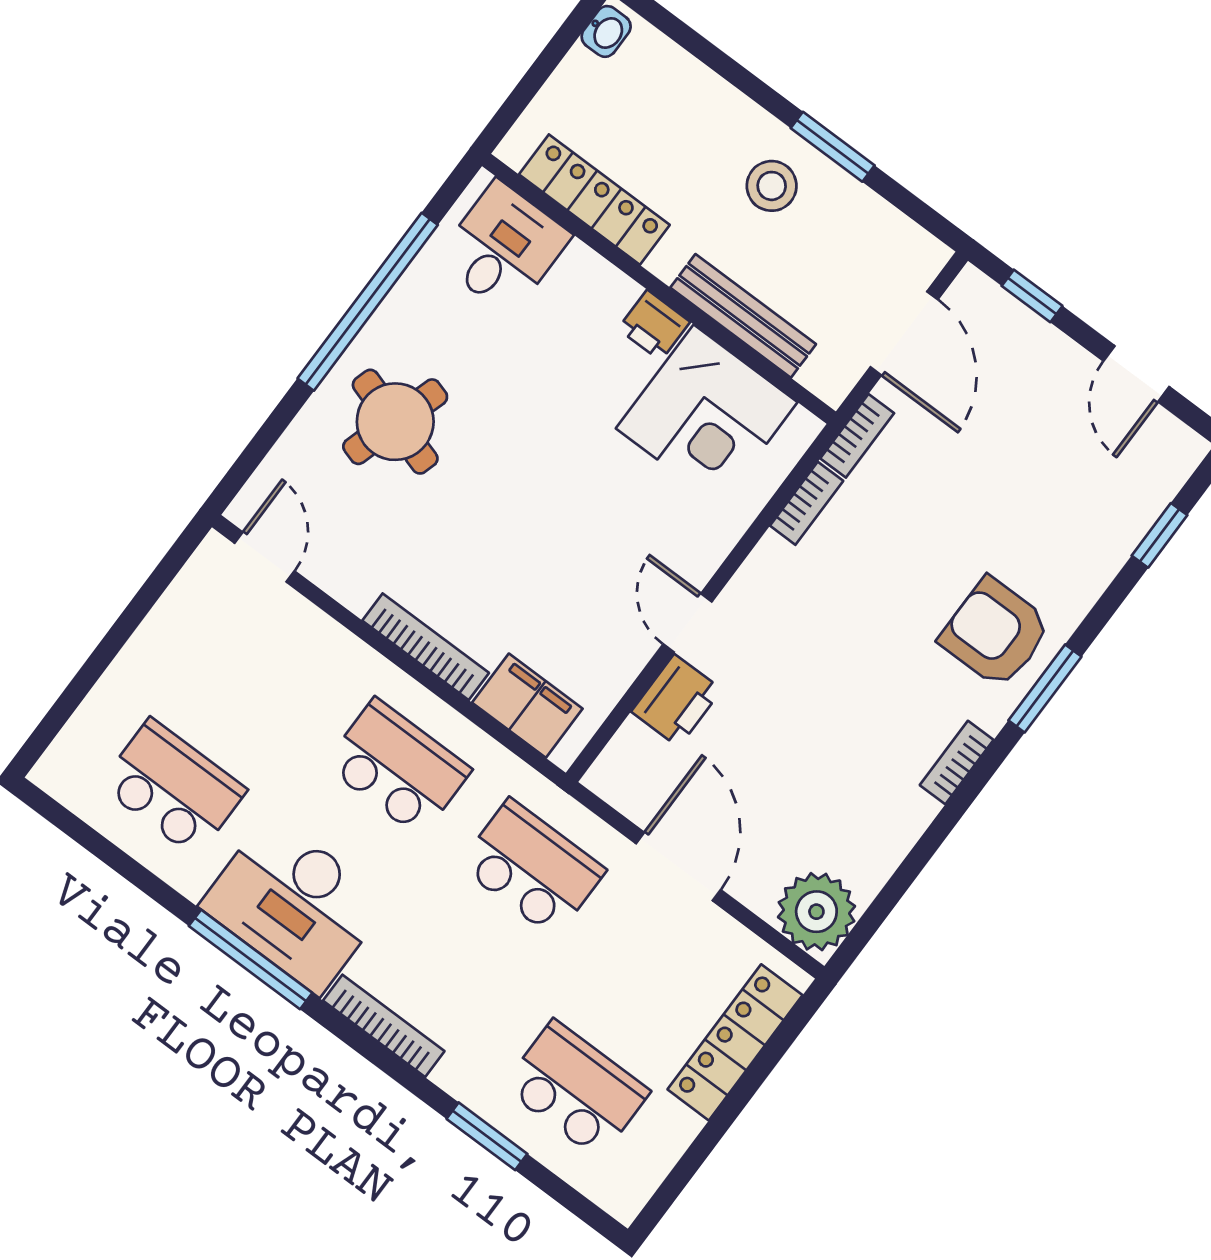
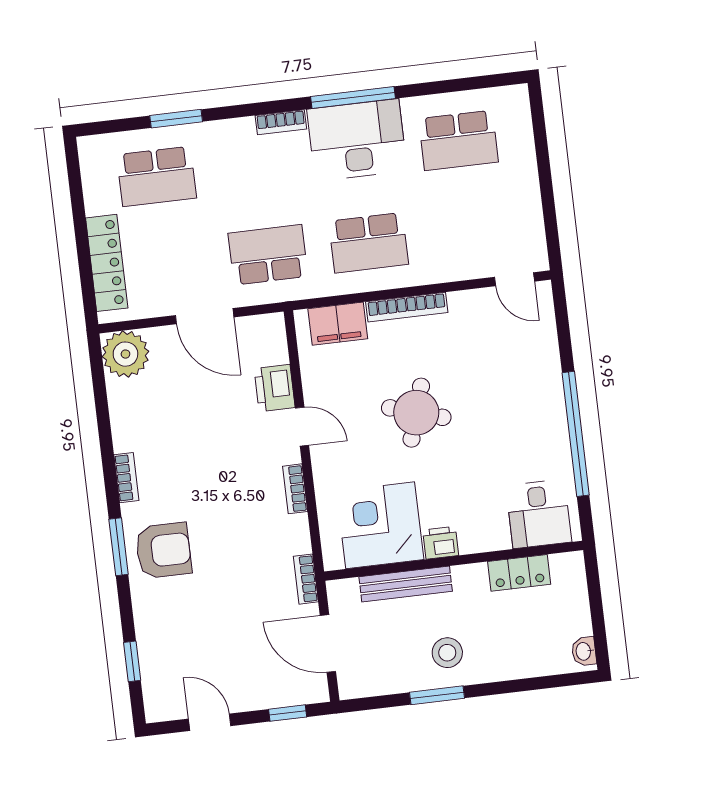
locker: (594, 200) -> (519, 573), width x0.66
round table: (395, 422) -> (416, 413), moved
bookcase: (807, 503) -> (295, 489), moved
school desk: (532, 868) -> (268, 255), turned 180
bookcase: (384, 1026) -> (281, 122), width x0.64

